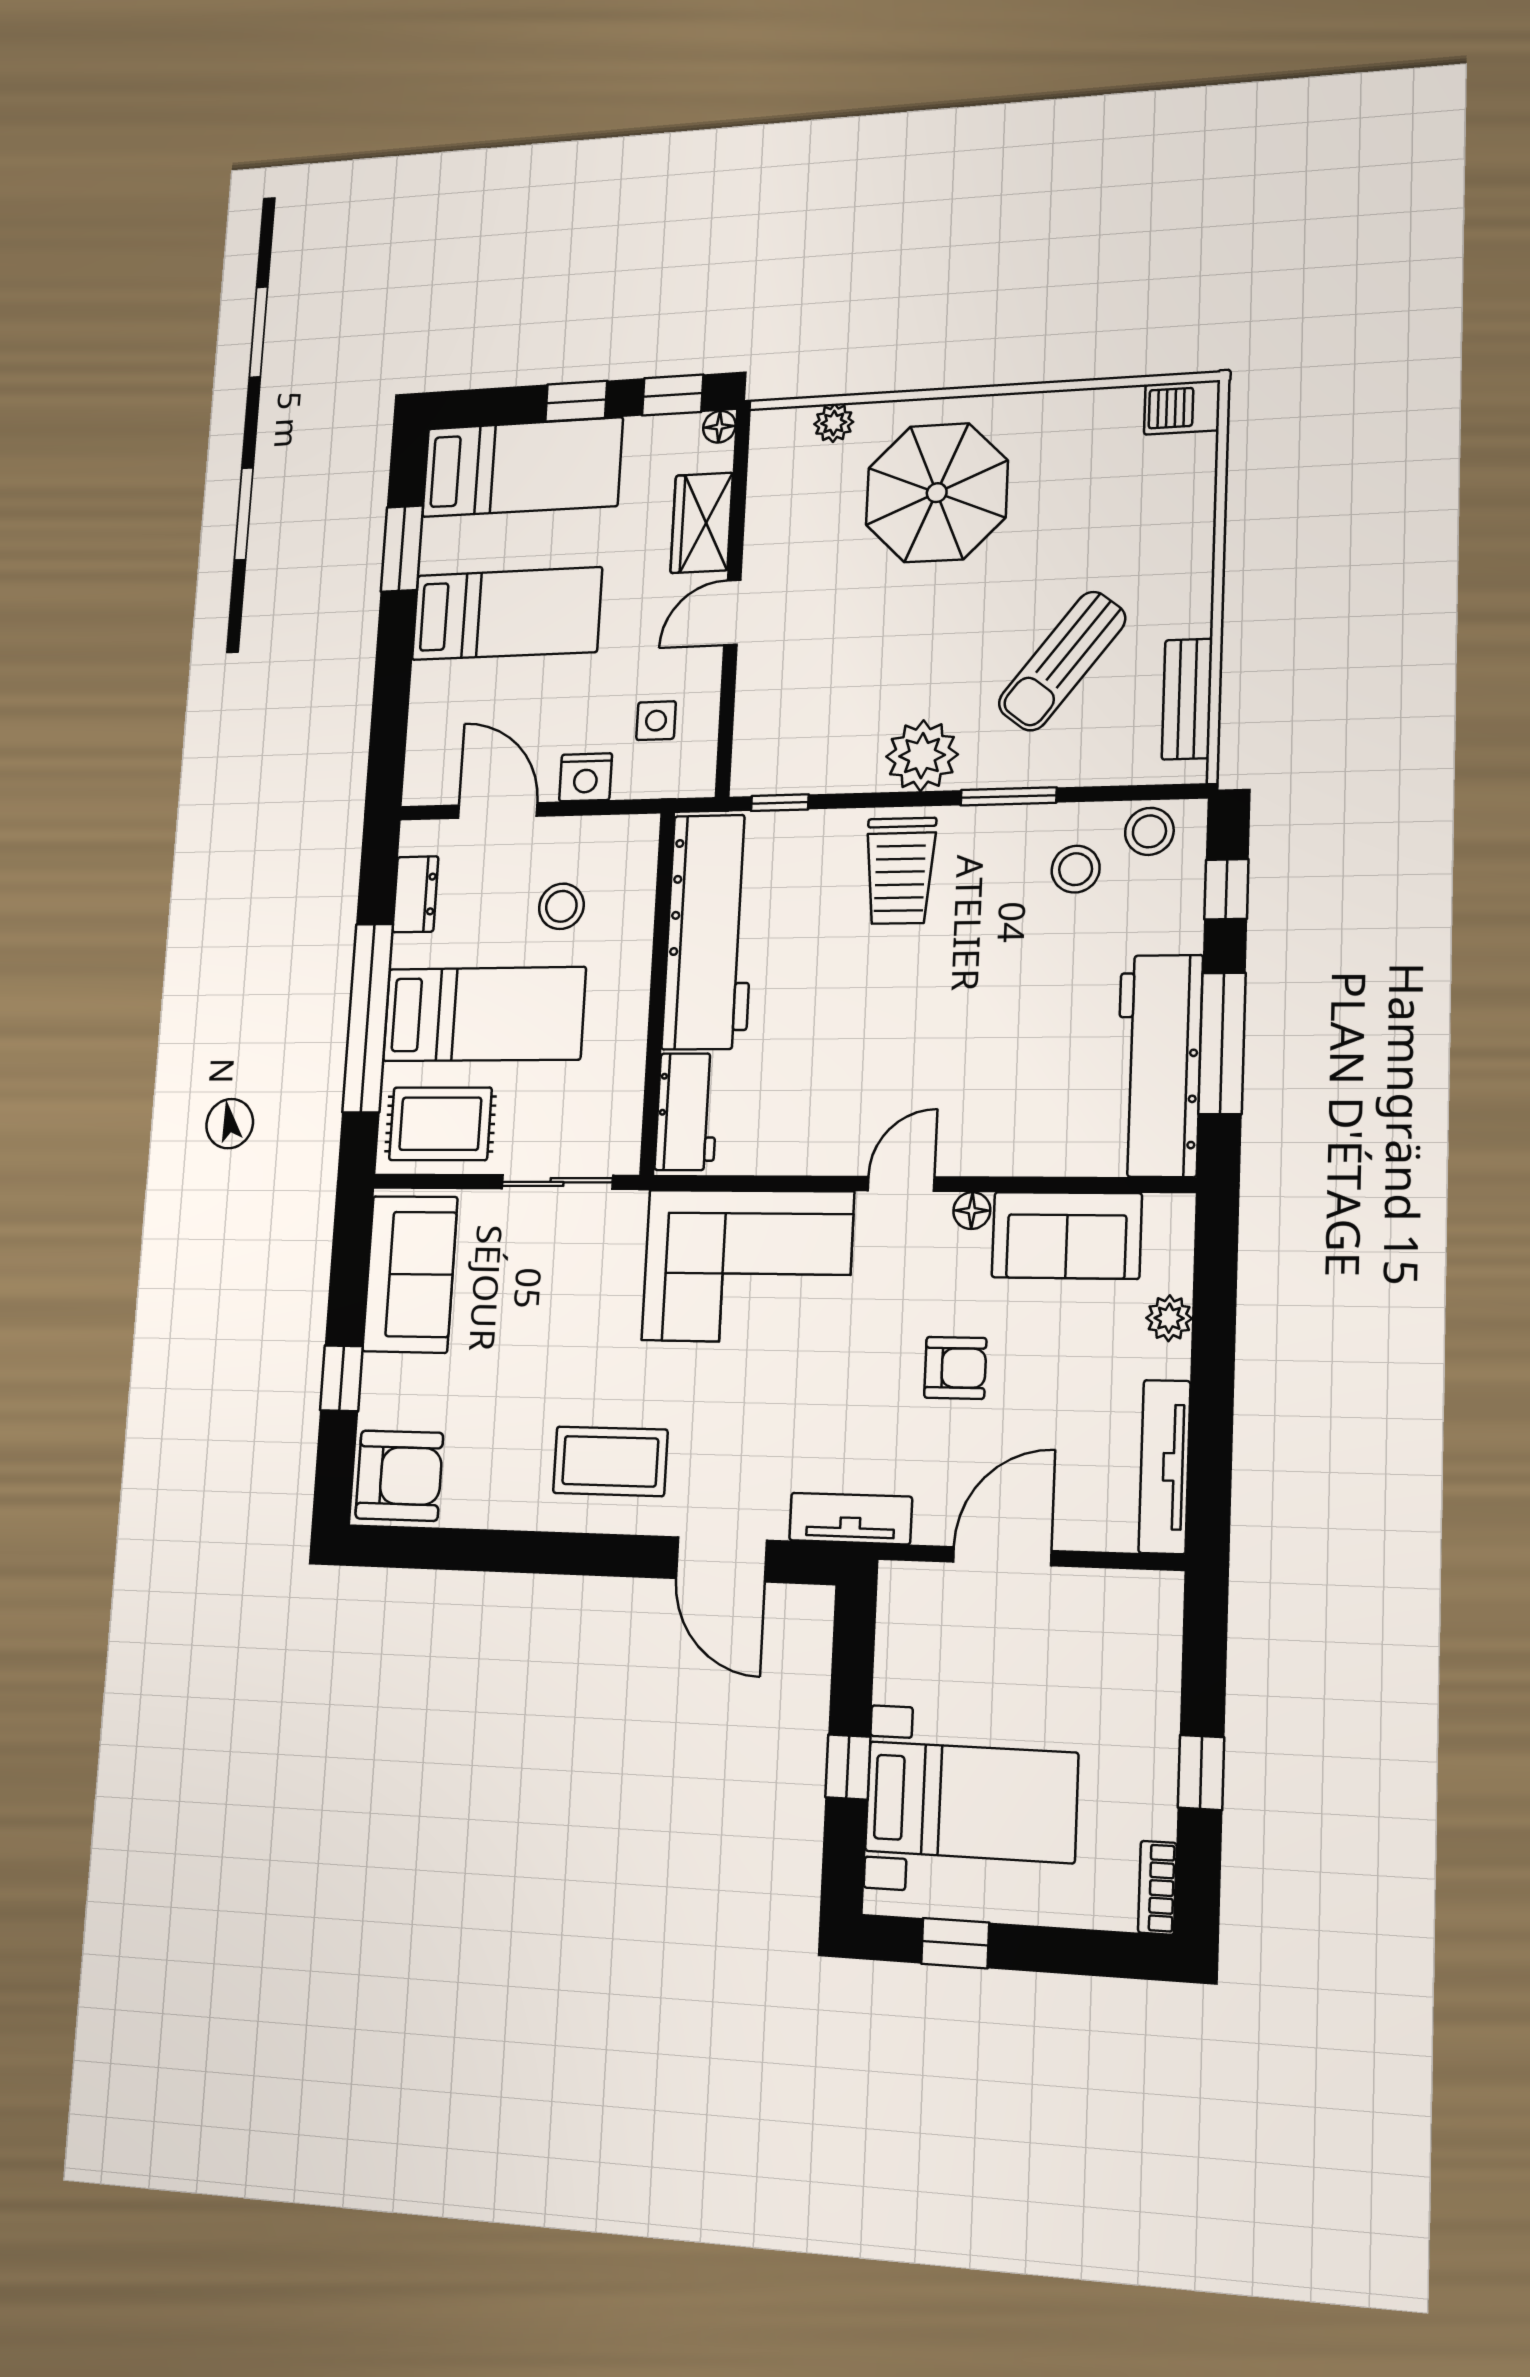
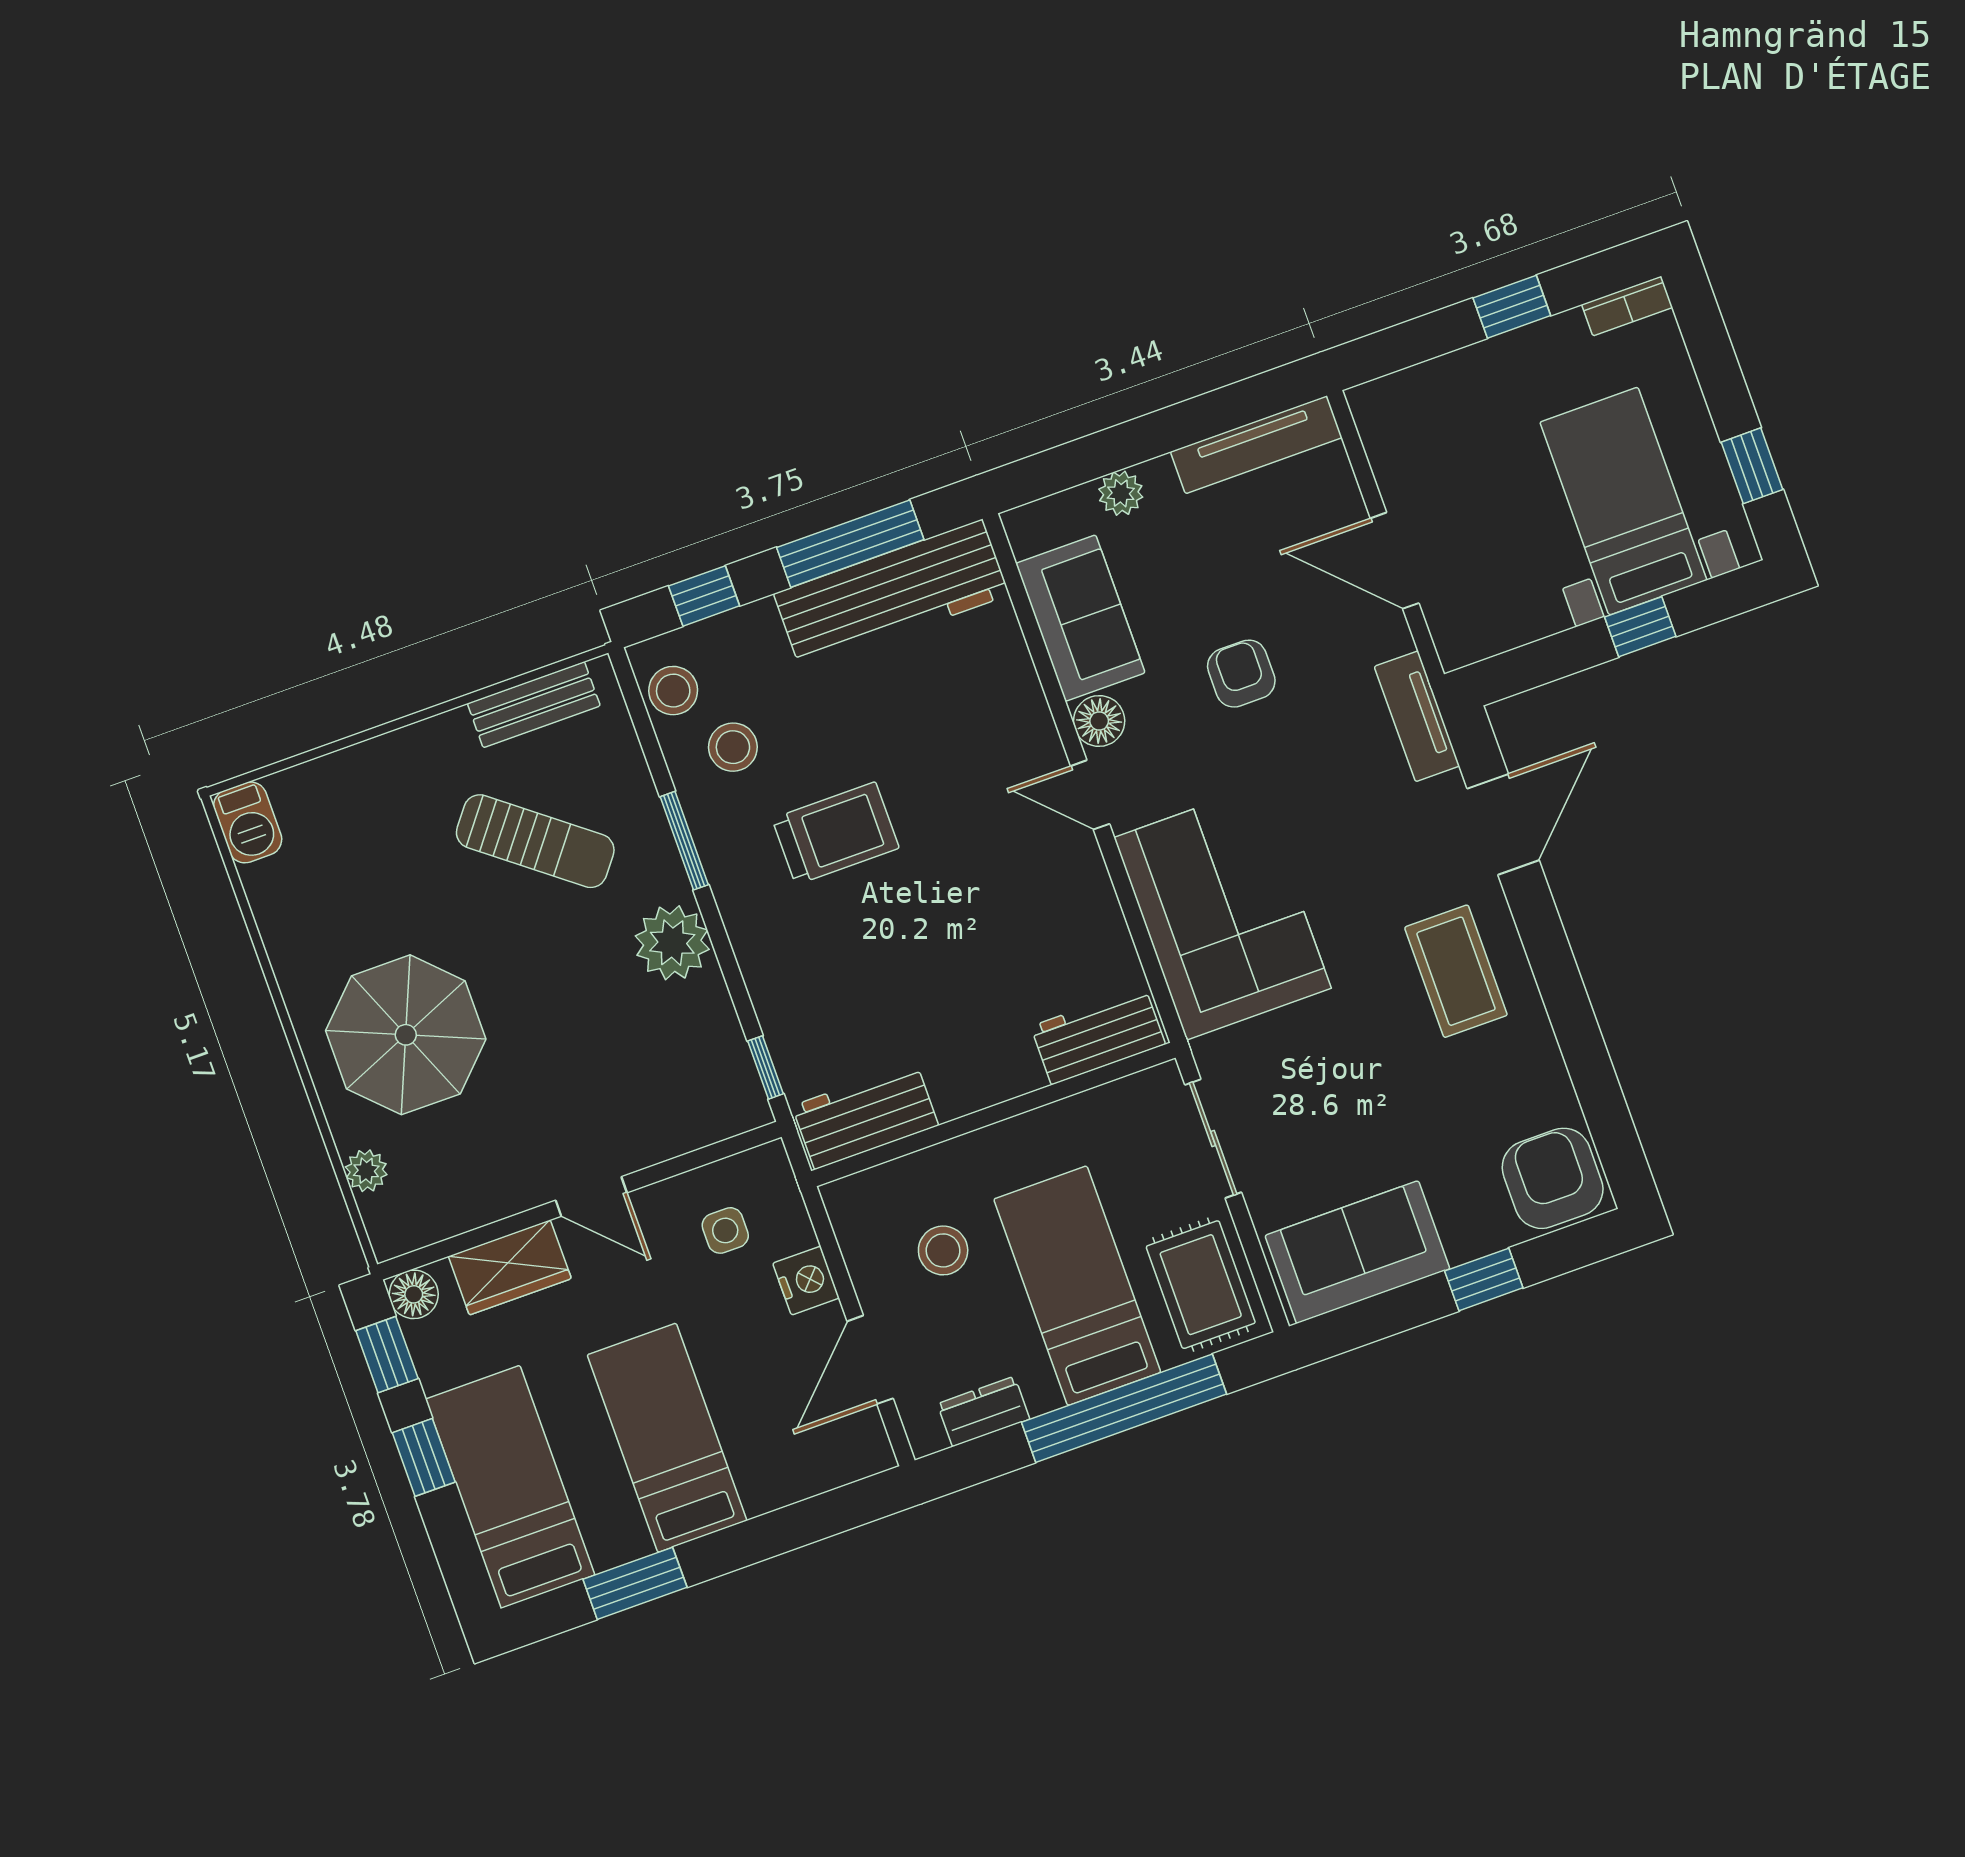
floor lamp: (719, 427) -> (414, 1294), width x1.37, depth x1.37
trolley: (900, 871) -> (836, 833), moved
workbench: (710, 932) -> (865, 1116), width x0.53, depth x0.76
floor lamp: (972, 1211) -> (1099, 721), width x1.37, depth x1.37

